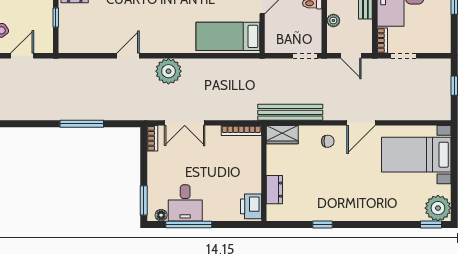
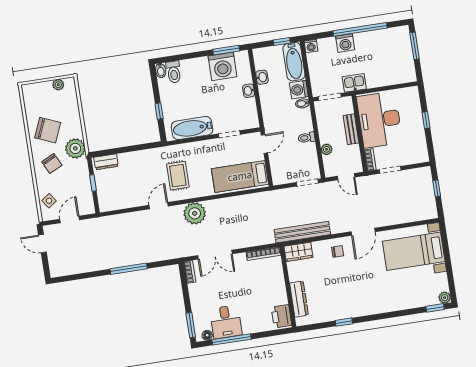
rug: (156, 24) -> (178, 176), added
dresser: (274, 190) -> (299, 299), width x1.44
plant: (438, 208) -> (445, 298), width x0.53, depth x0.53

